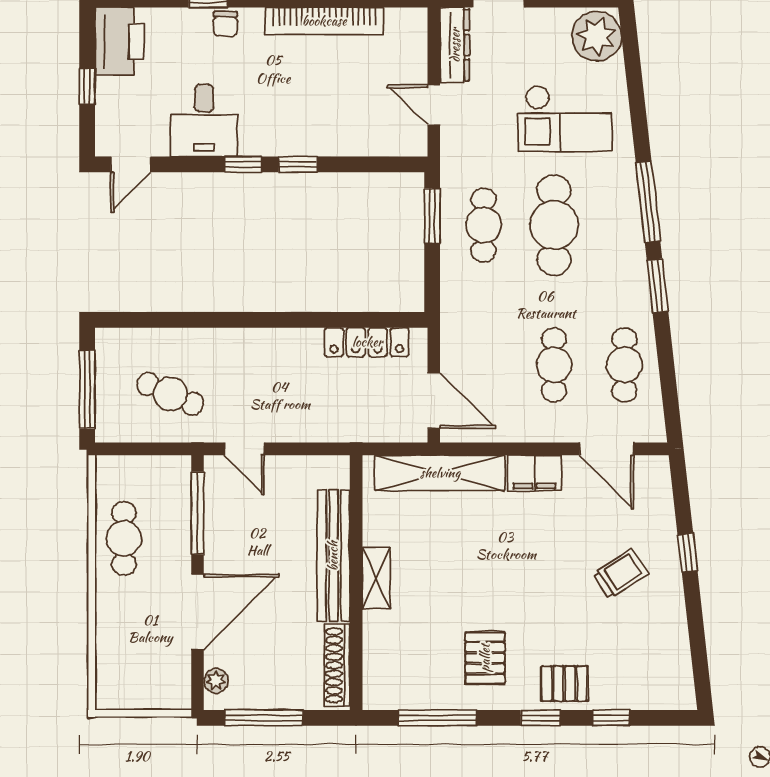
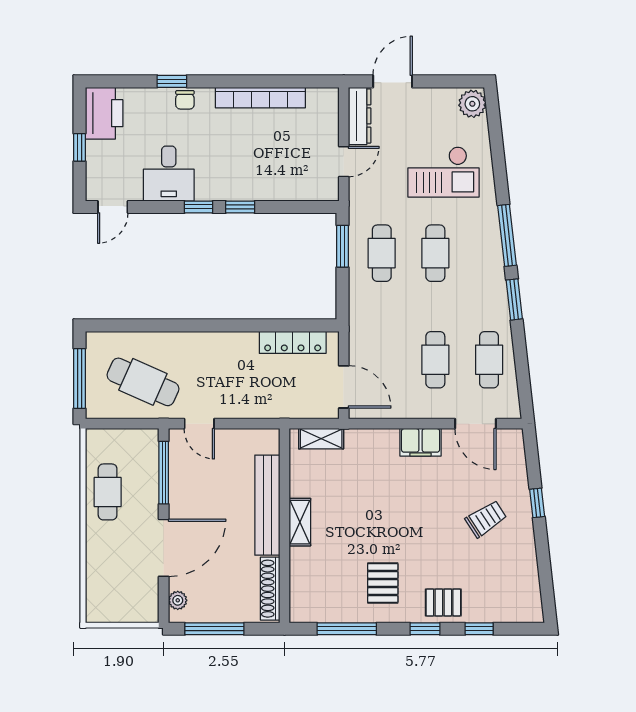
plant: (597, 36) -> (472, 104), width x0.73, depth x0.73
door: (434, 105) -> (344, 162), swing flipped
cafe table: (554, 225) -> (435, 253), width x0.73, depth x0.74
cafe table: (170, 394) -> (143, 382), width x1.37, depth x1.35
shelving: (440, 473) -> (321, 439), width x0.45, depth x0.75

